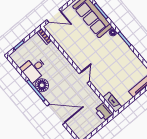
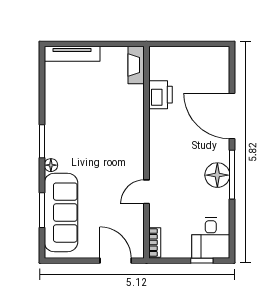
desk: (34, 69) -> (211, 238), moved, turned 90
door: (84, 77) -> (146, 192), moved
printer: (104, 112) -> (160, 95), moved

